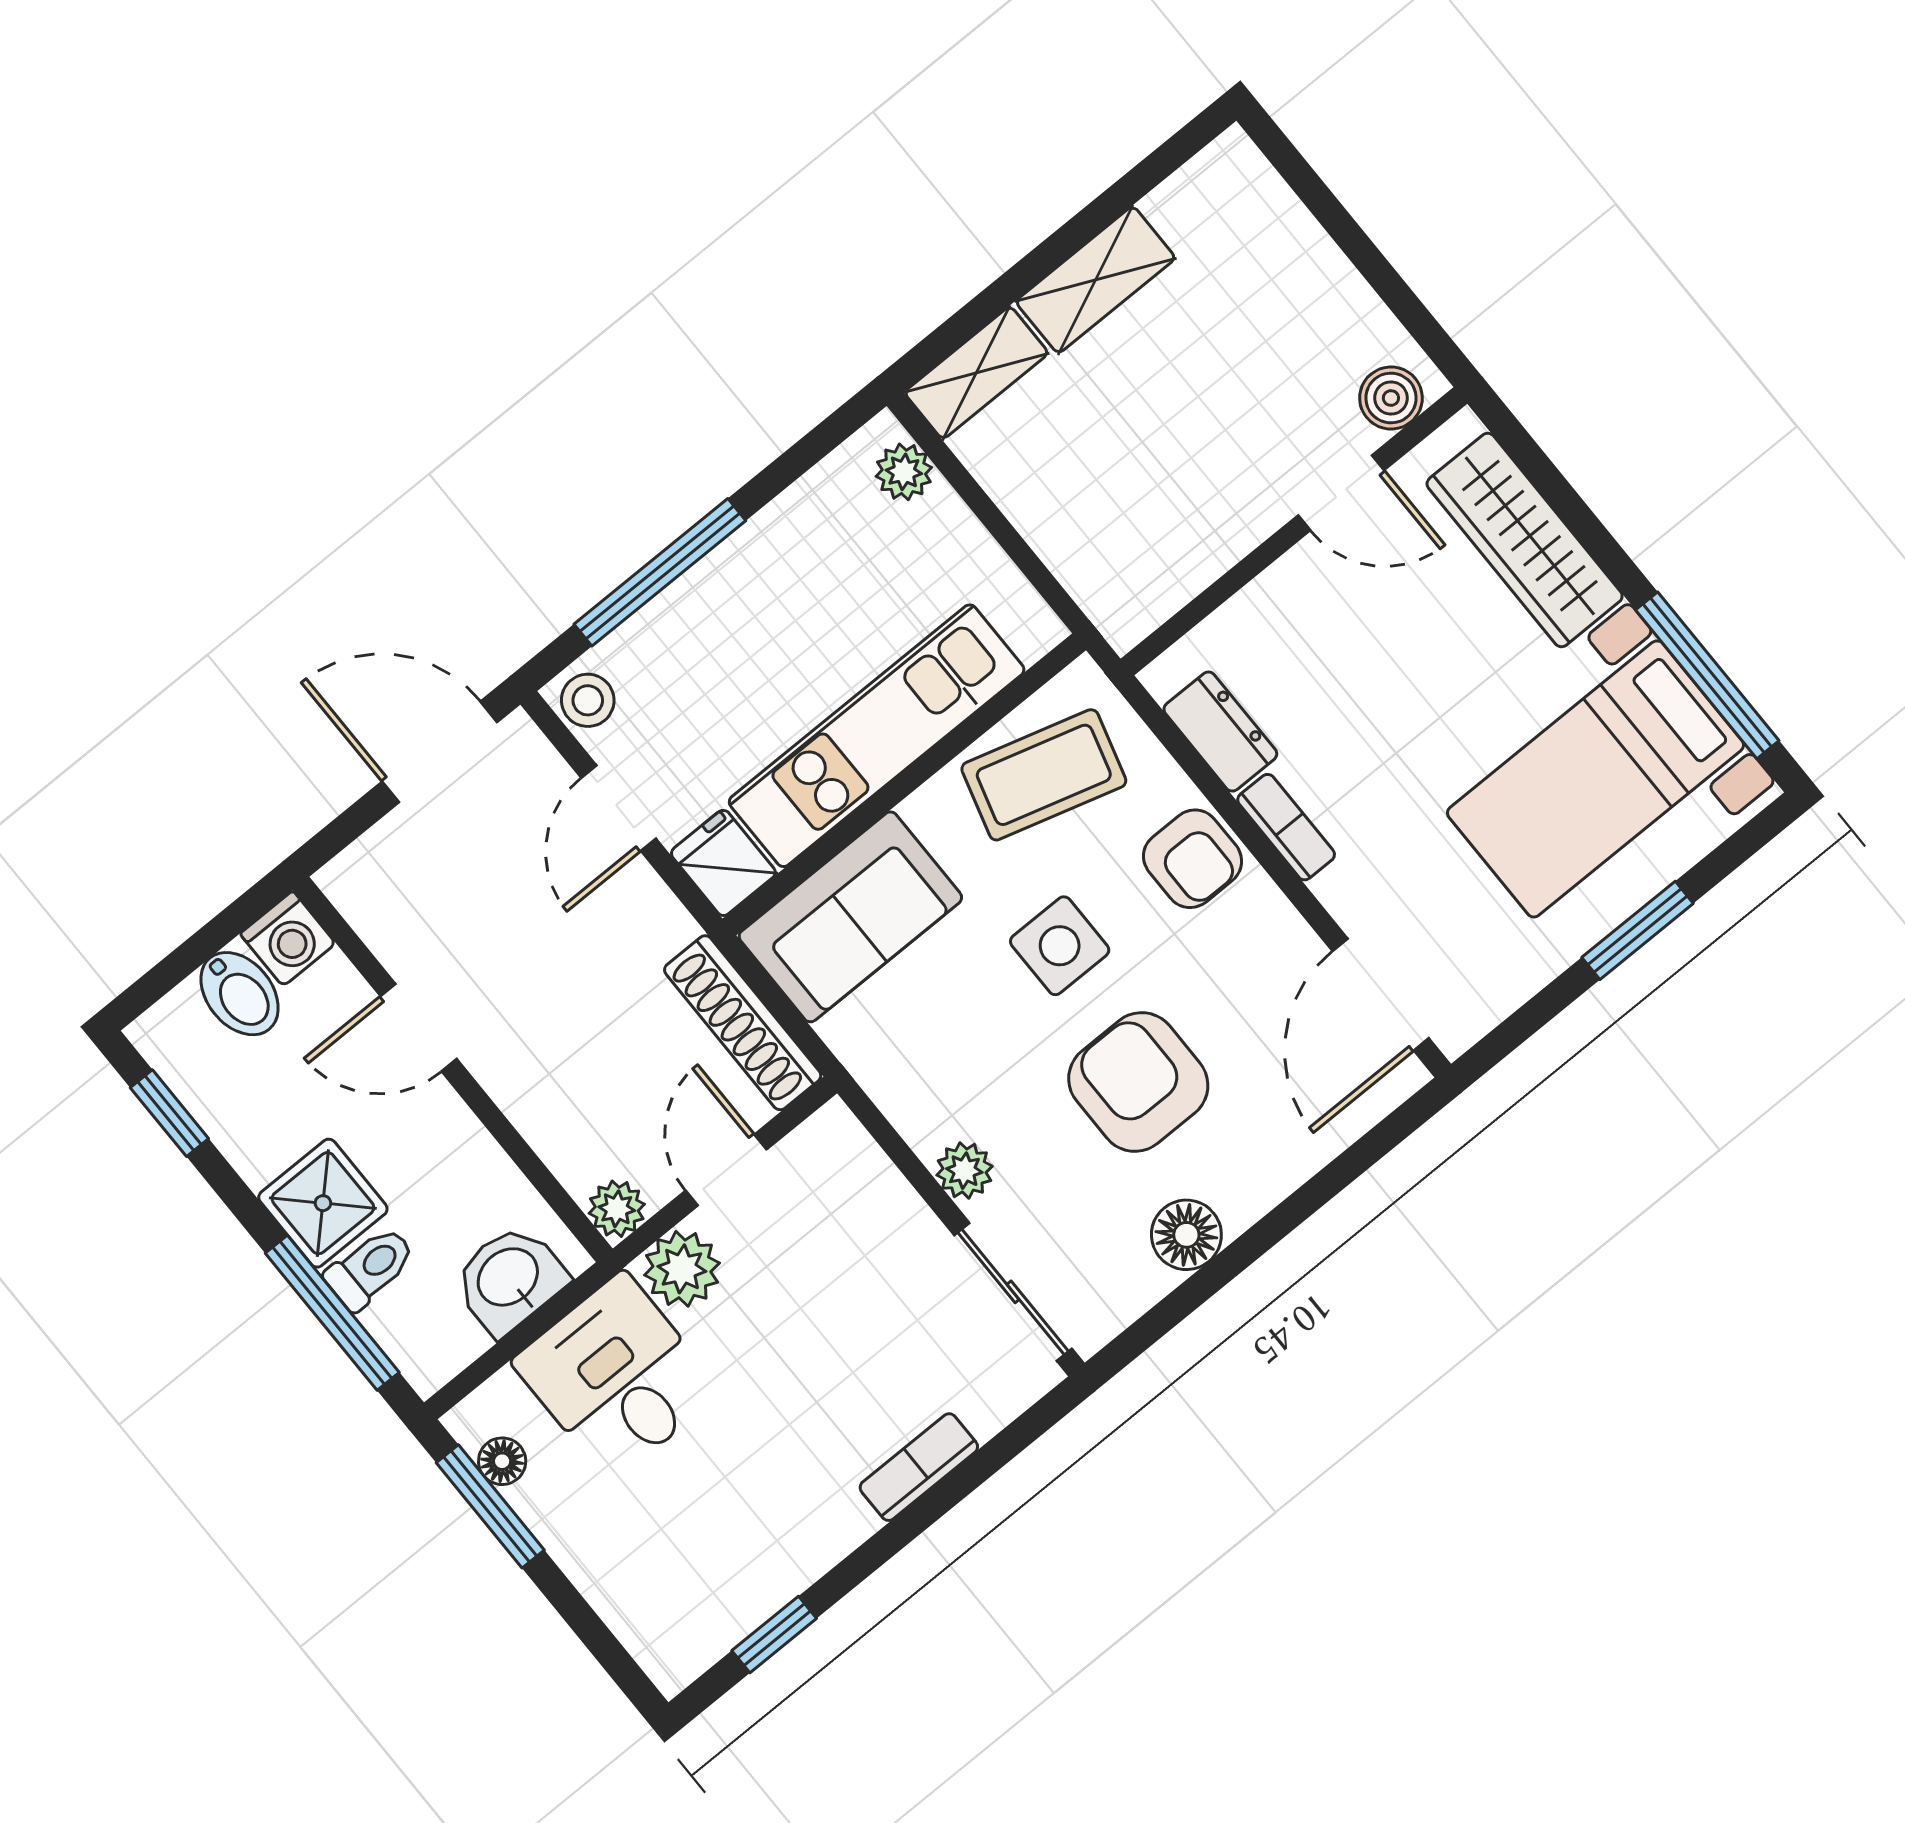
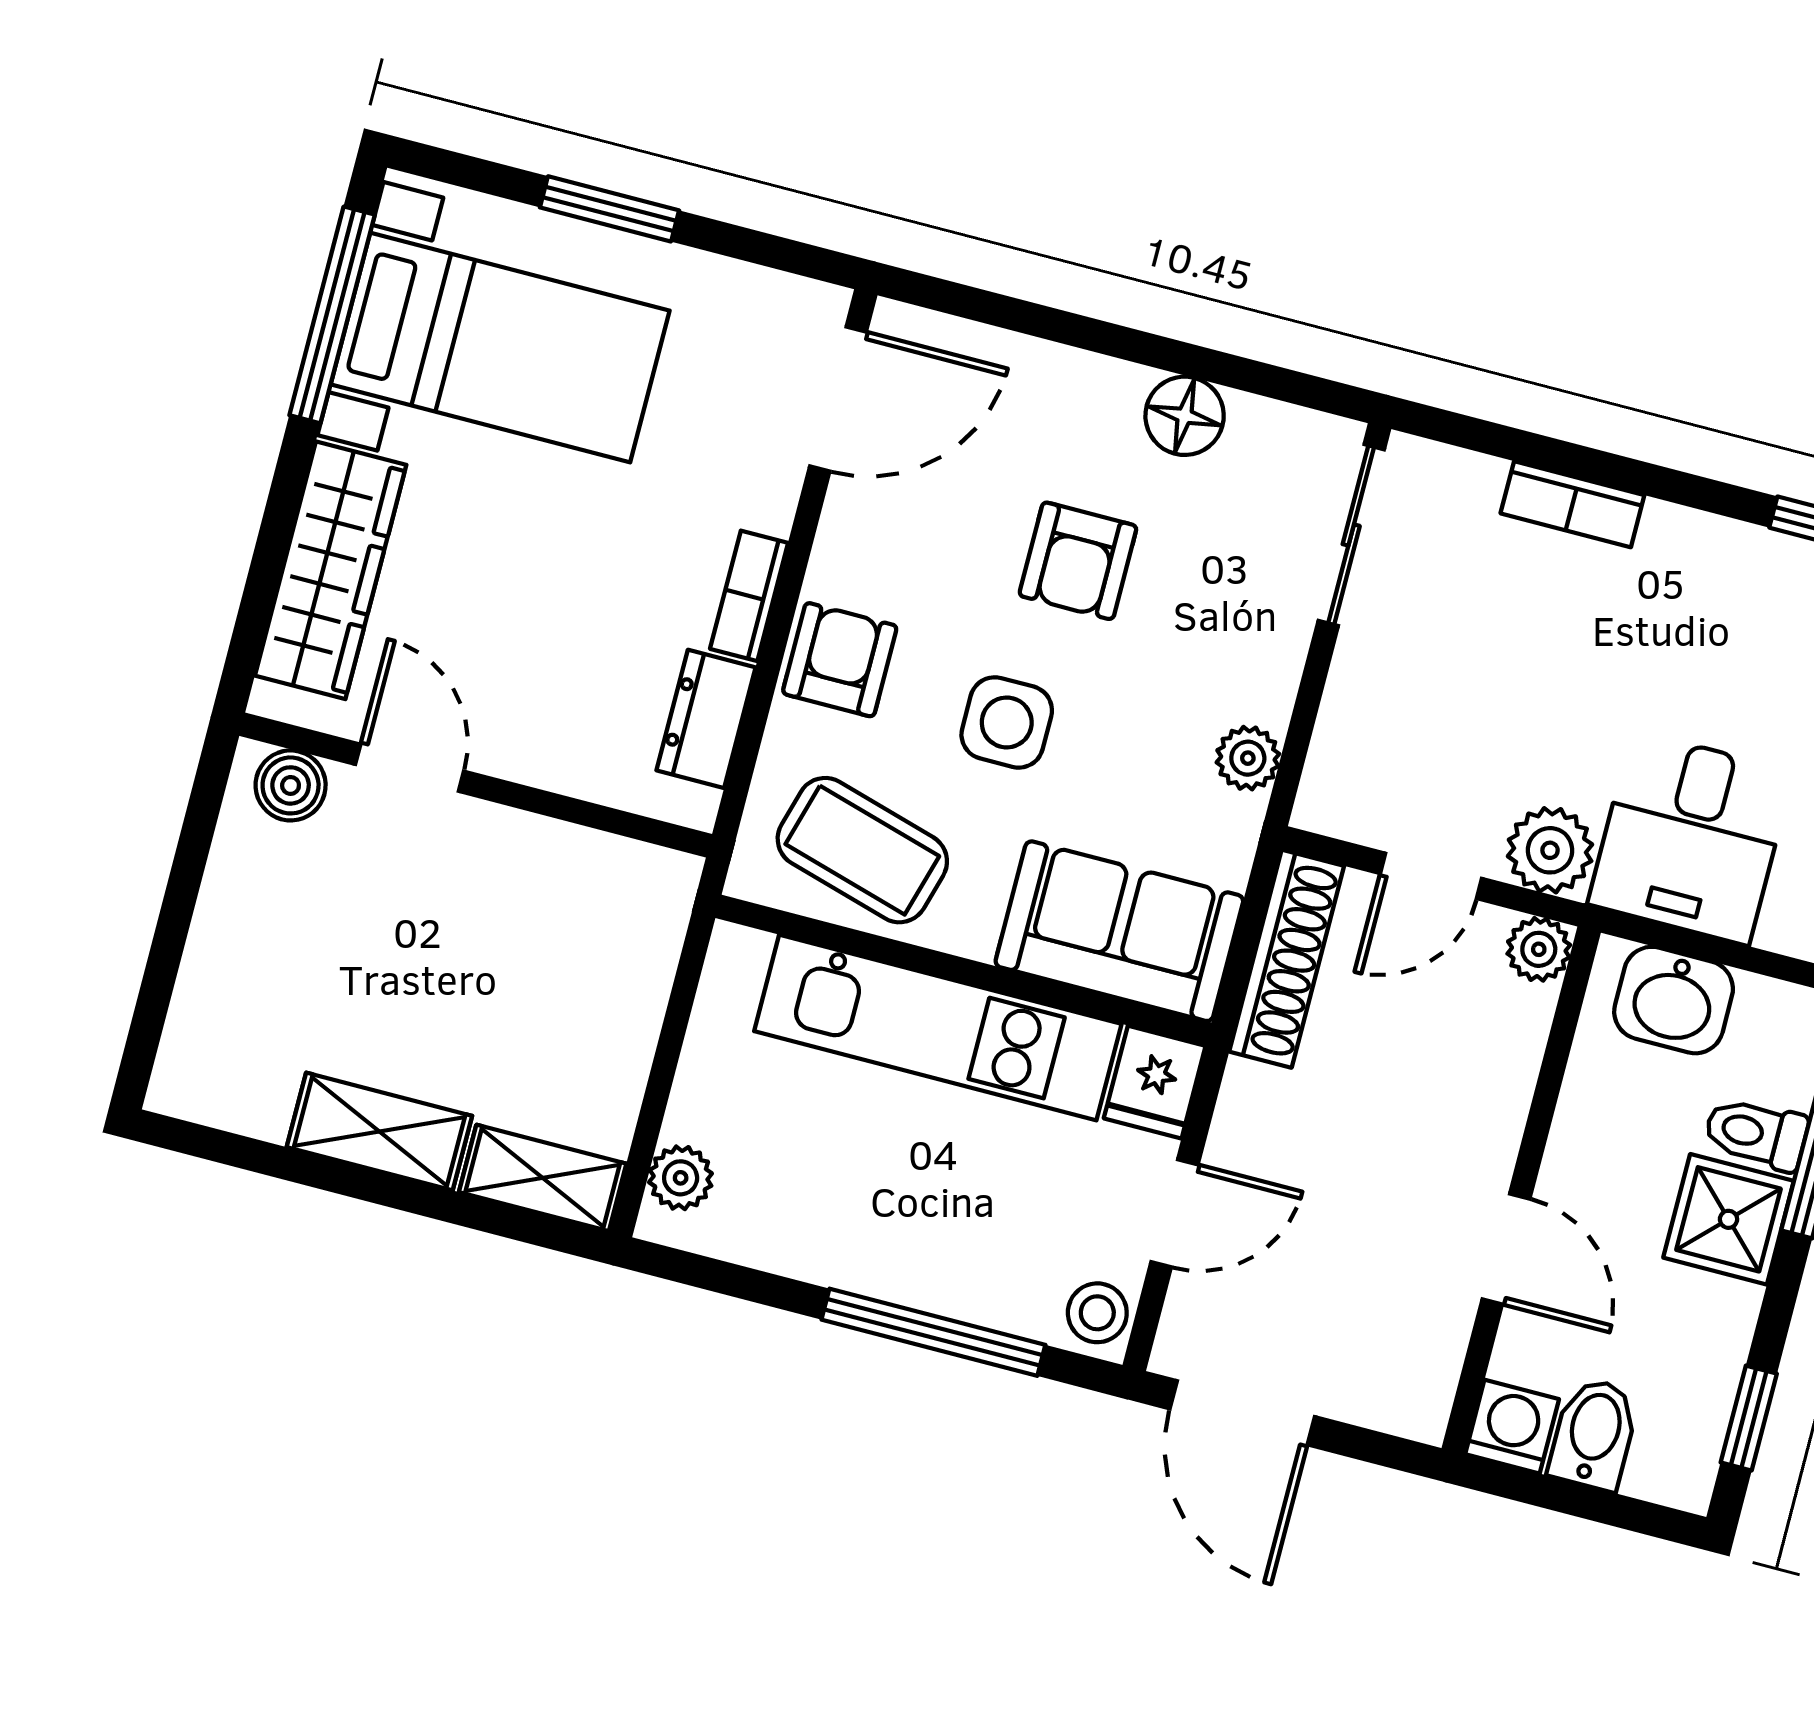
armchair: (1138, 1082) -> (1078, 561), width x0.72, depth x0.72
plant: (964, 1171) -> (1248, 758), moved

